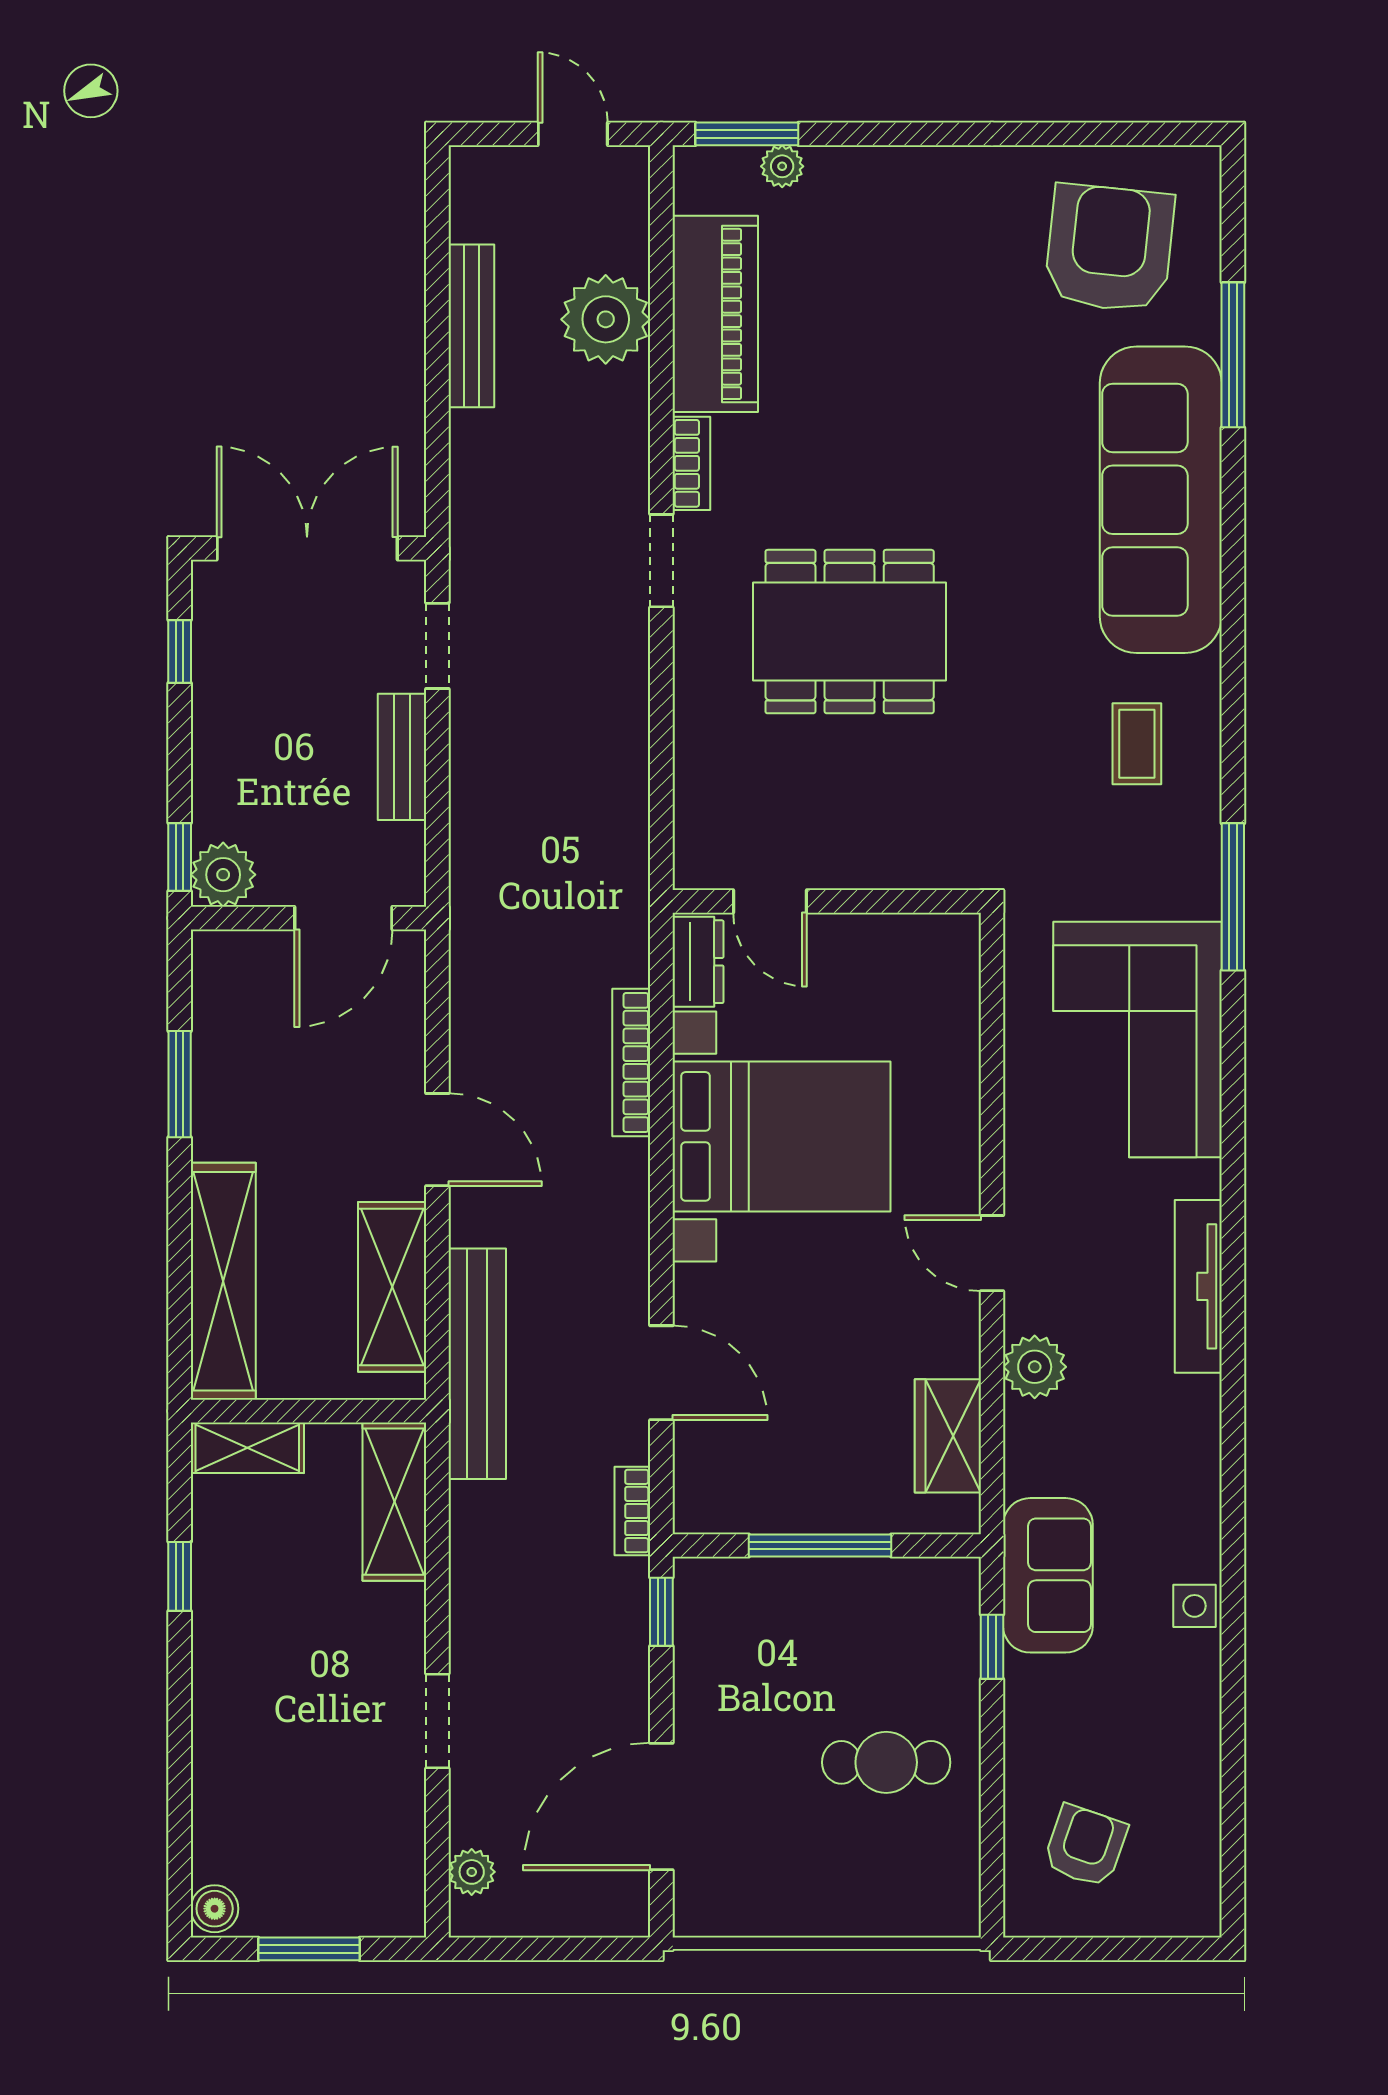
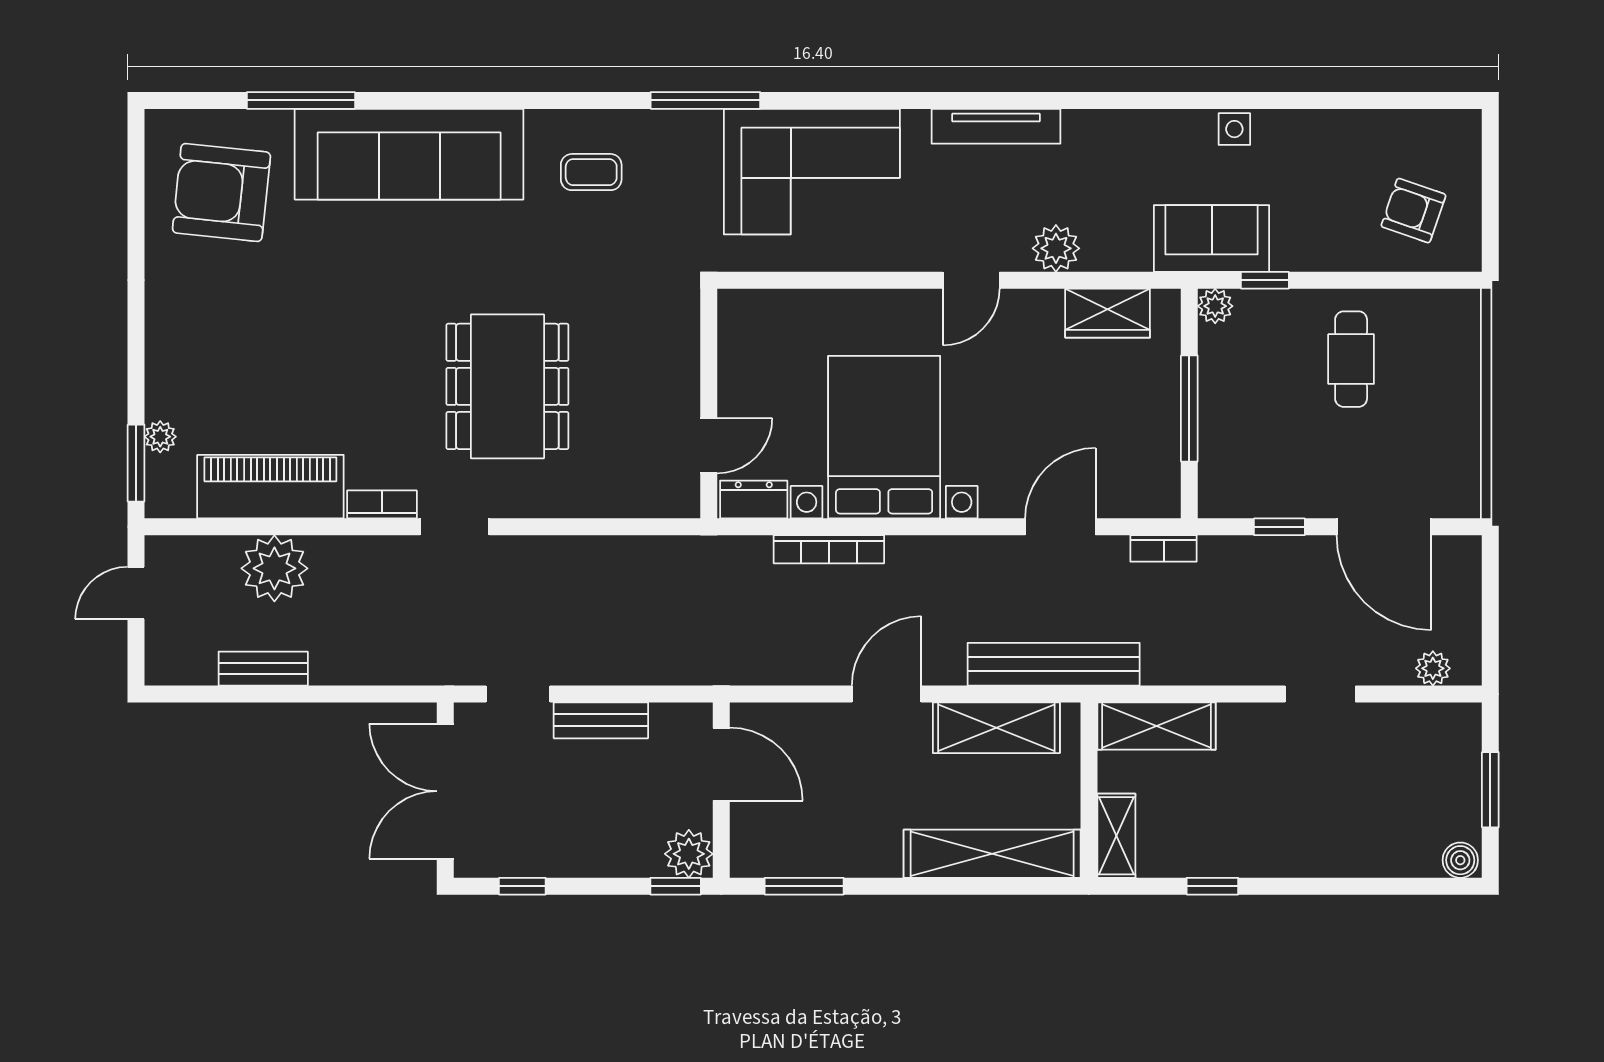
bench: (471, 326) -> (263, 669), width x0.73
window: (180, 1084) -> (804, 886), moved
plant: (957, 1580) -> (1215, 306), added
window: (661, 1612) -> (1279, 527), moved

